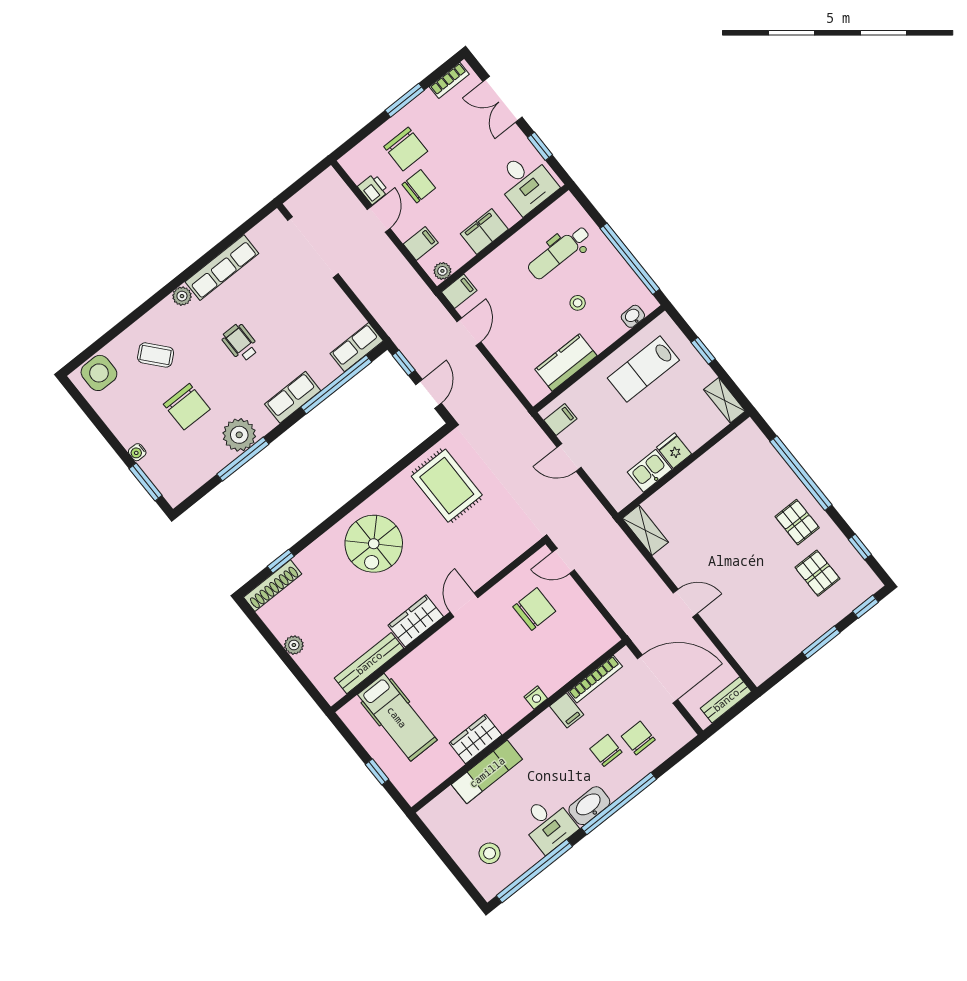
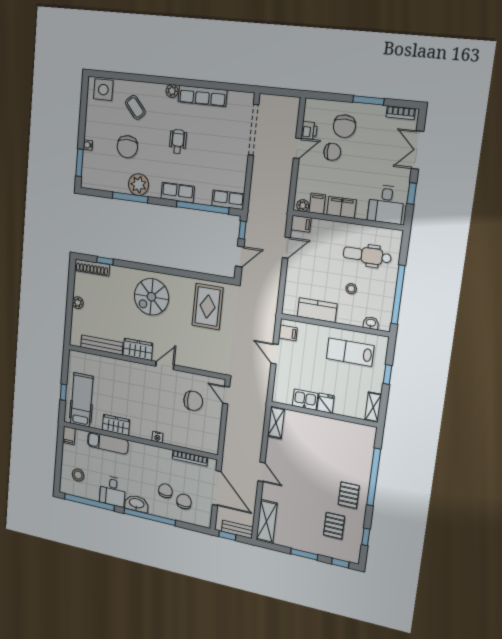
filing cabinet: (421, 243) -> (317, 204), moved, turned -90
shelving: (747, 653) -> (267, 521), added
filing cabinet: (567, 710) -> (69, 435), moved
hospital bed: (397, 717) -> (82, 400), moved, turned 180
window: (723, 720) -> (227, 536), added

